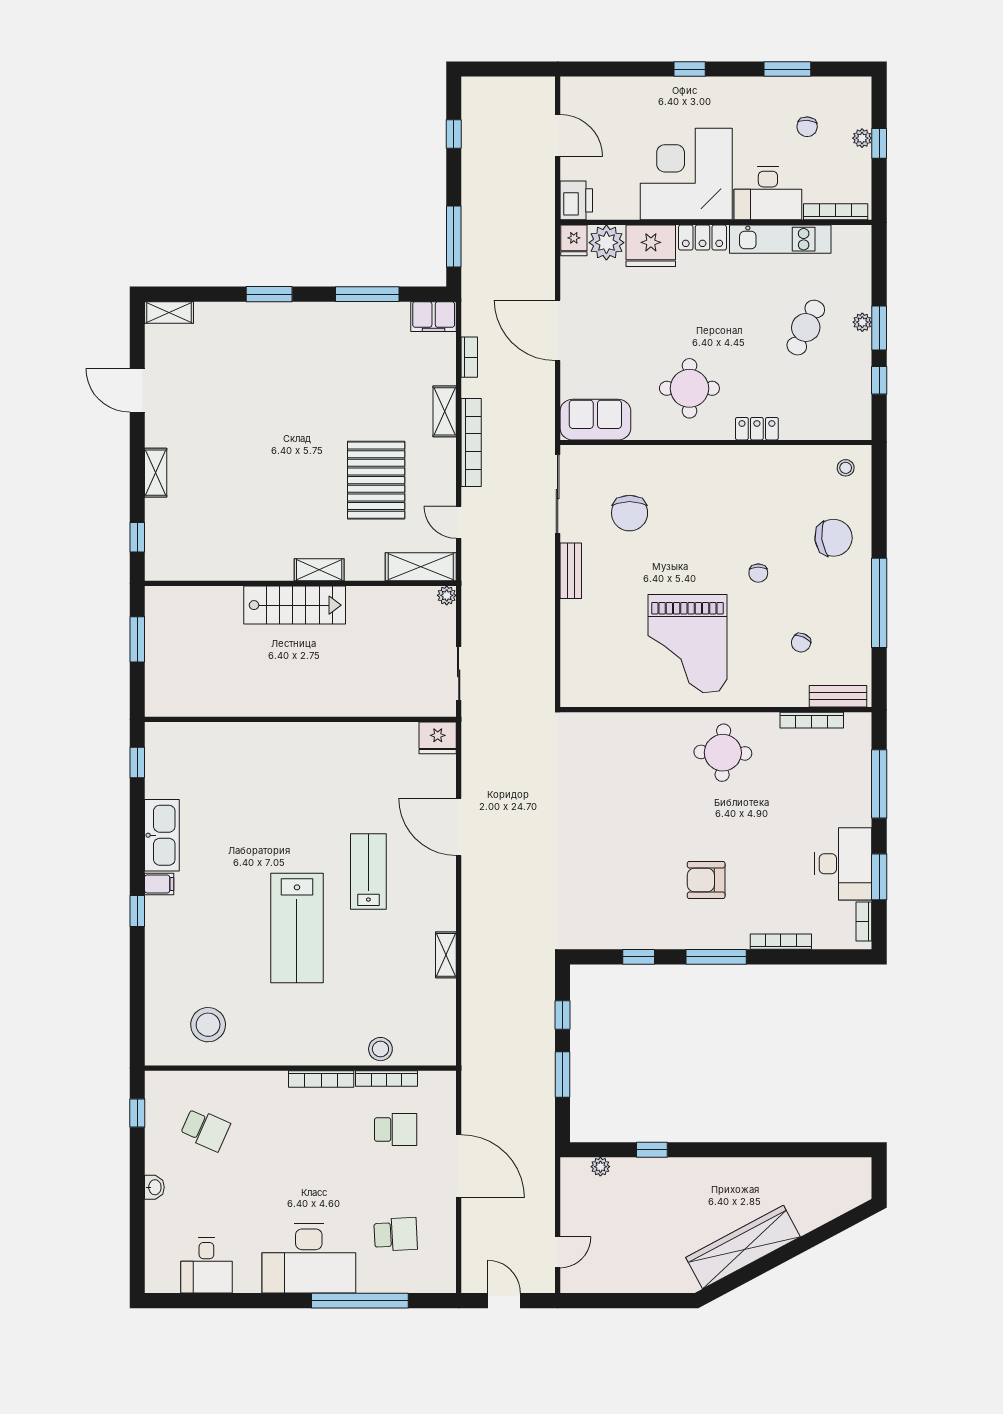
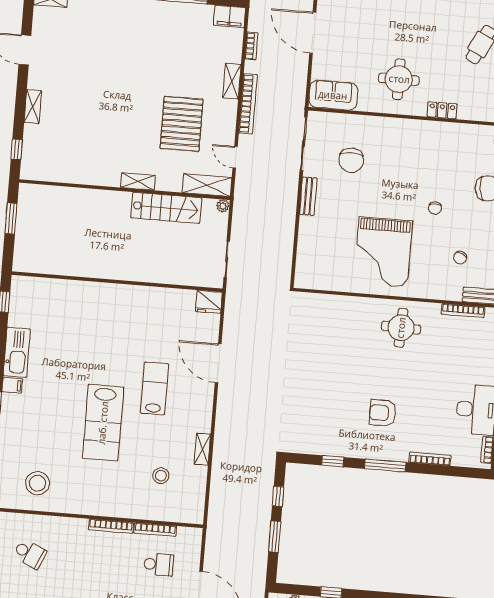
stairs: (295, 605) -> (166, 208), moved
stool: (380, 1049) -> (161, 476), moved

